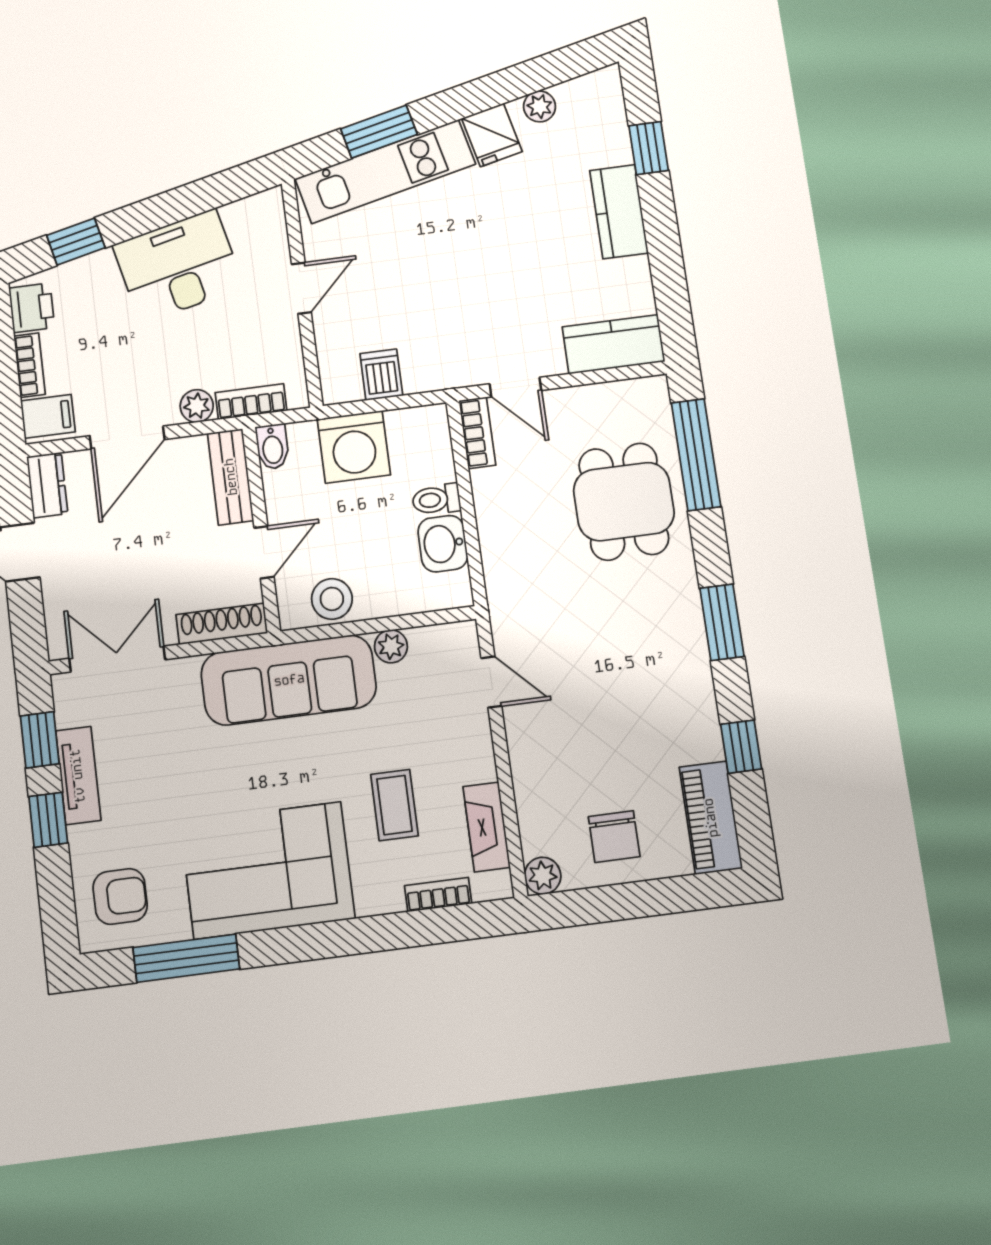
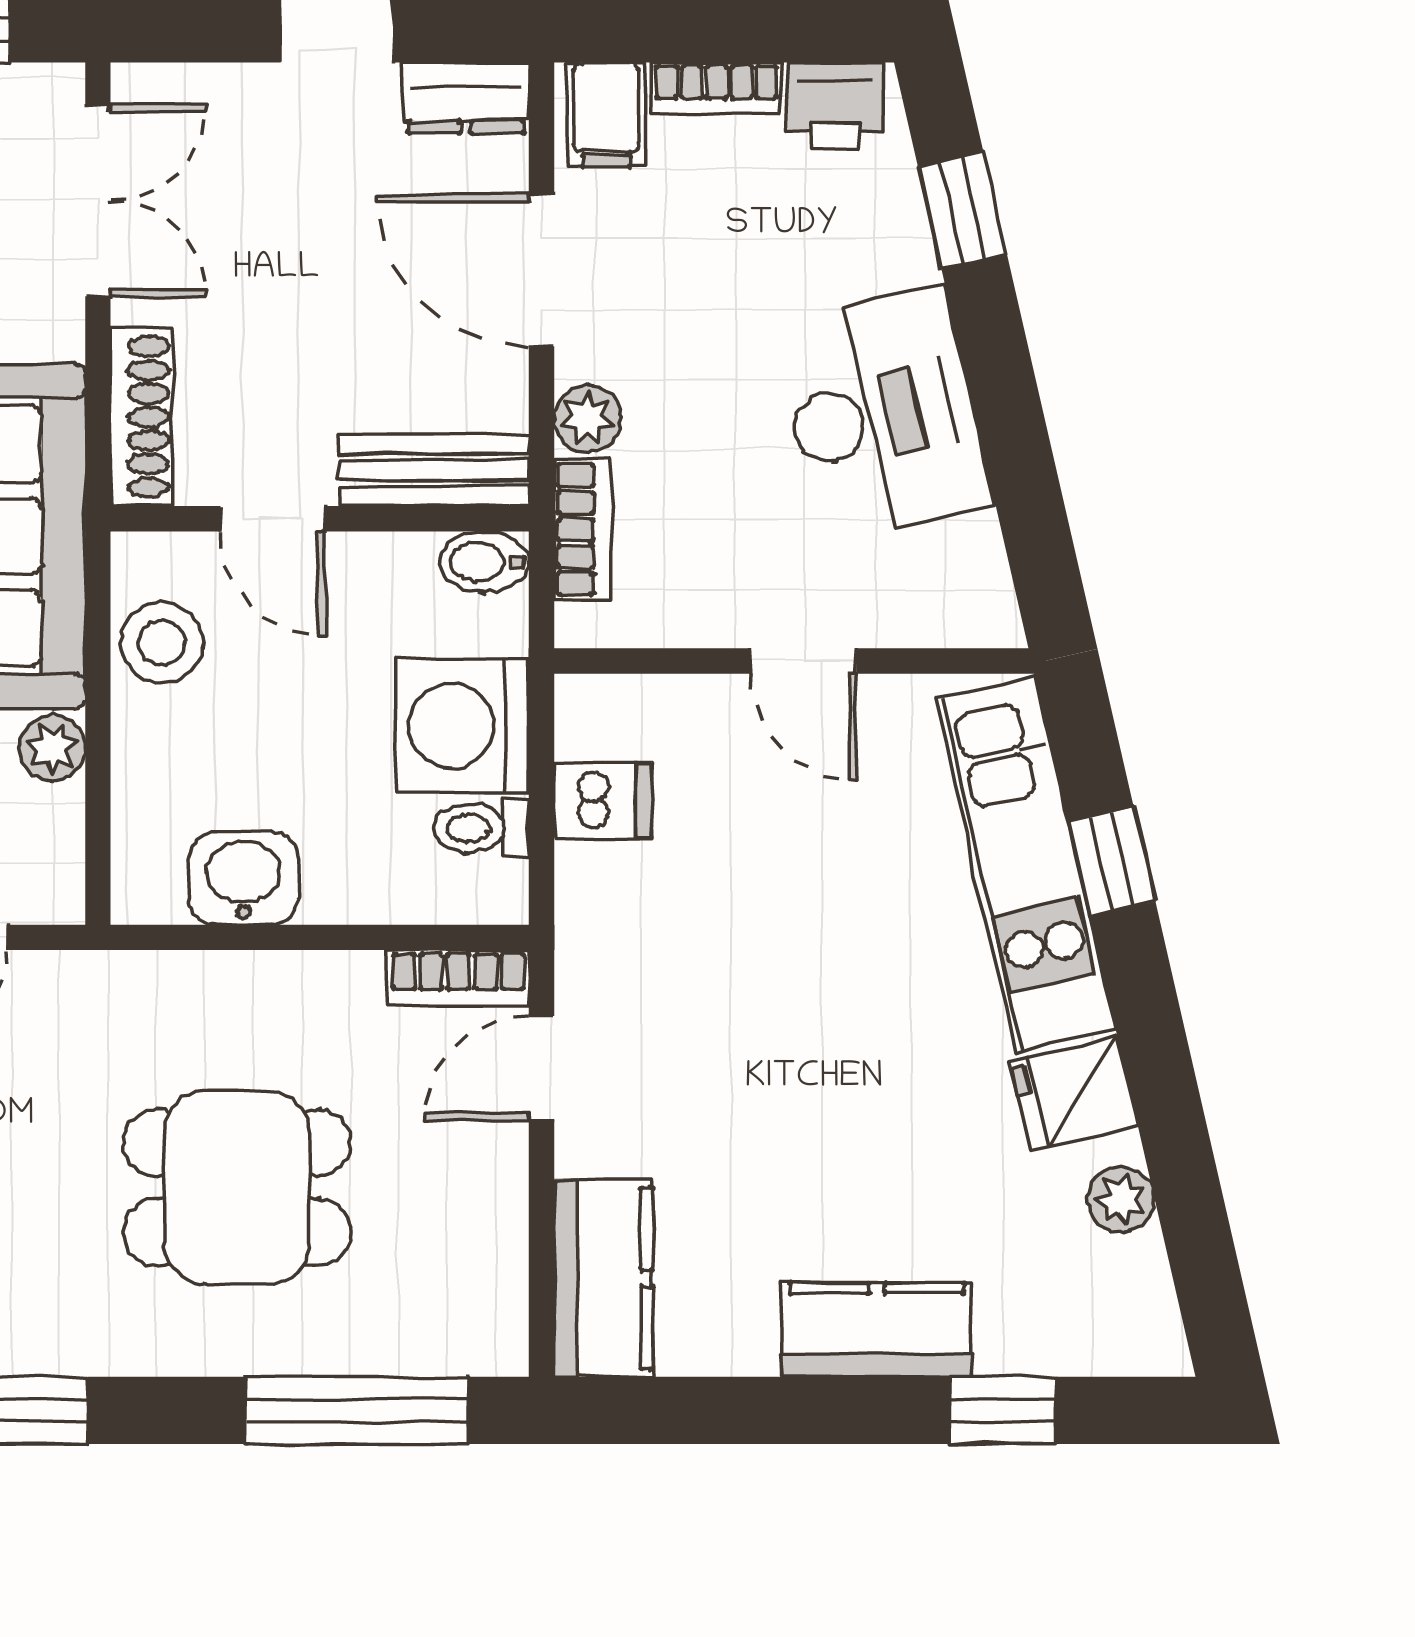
window: (379, 132) -> (1112, 862), width x0.67
toilet: (436, 499) -> (482, 828), moved, turned -90
dining table: (624, 502) -> (237, 1188), moved

